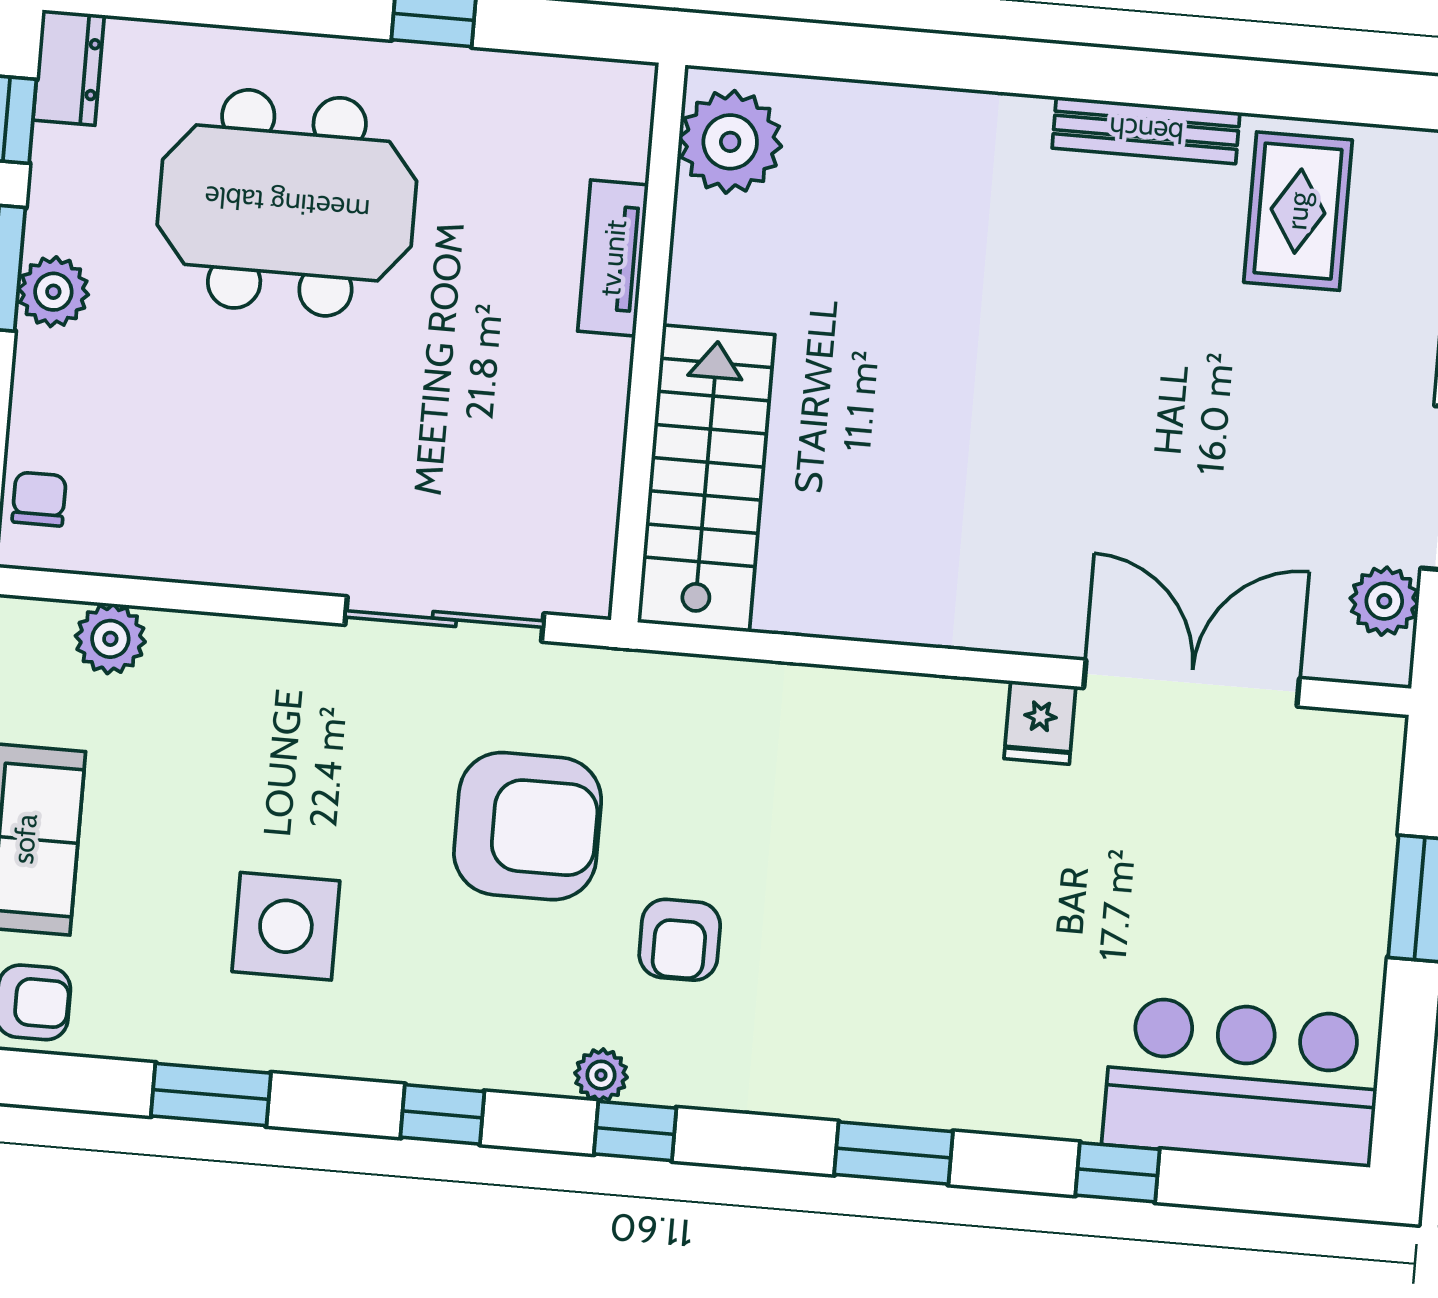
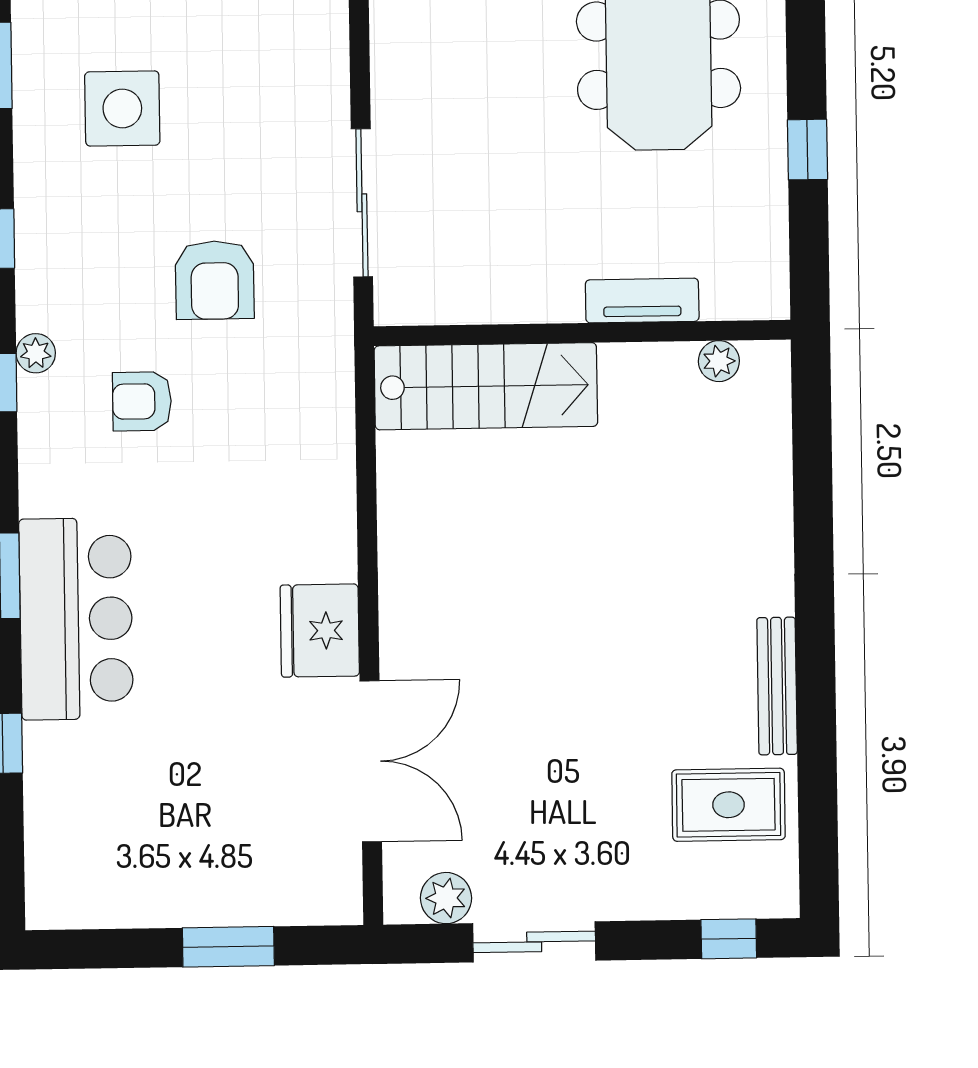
plant: (730, 142) -> (719, 361), width x0.53, depth x0.53
fridge: (1040, 723) -> (320, 631), width x1.88, depth x1.34
armchair: (528, 826) -> (215, 280), width x0.73, depth x0.73
bar counter: (1242, 1081) -> (76, 619), moved

